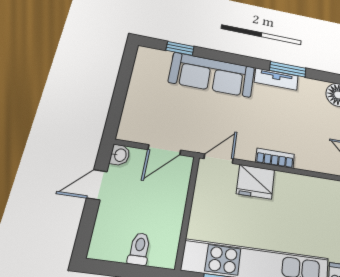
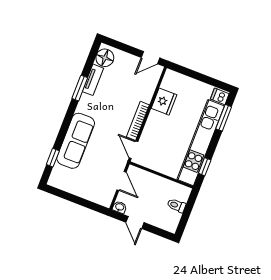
tv unit: (276, 79) -> (93, 80), moved
bookcase: (275, 158) -> (138, 121), width x1.56
fridge: (256, 182) -> (164, 102), moved

